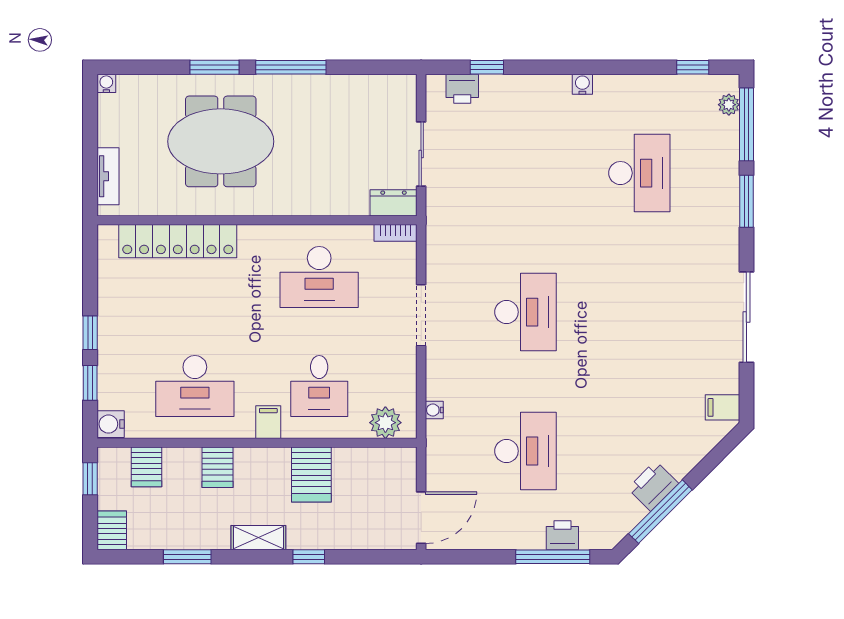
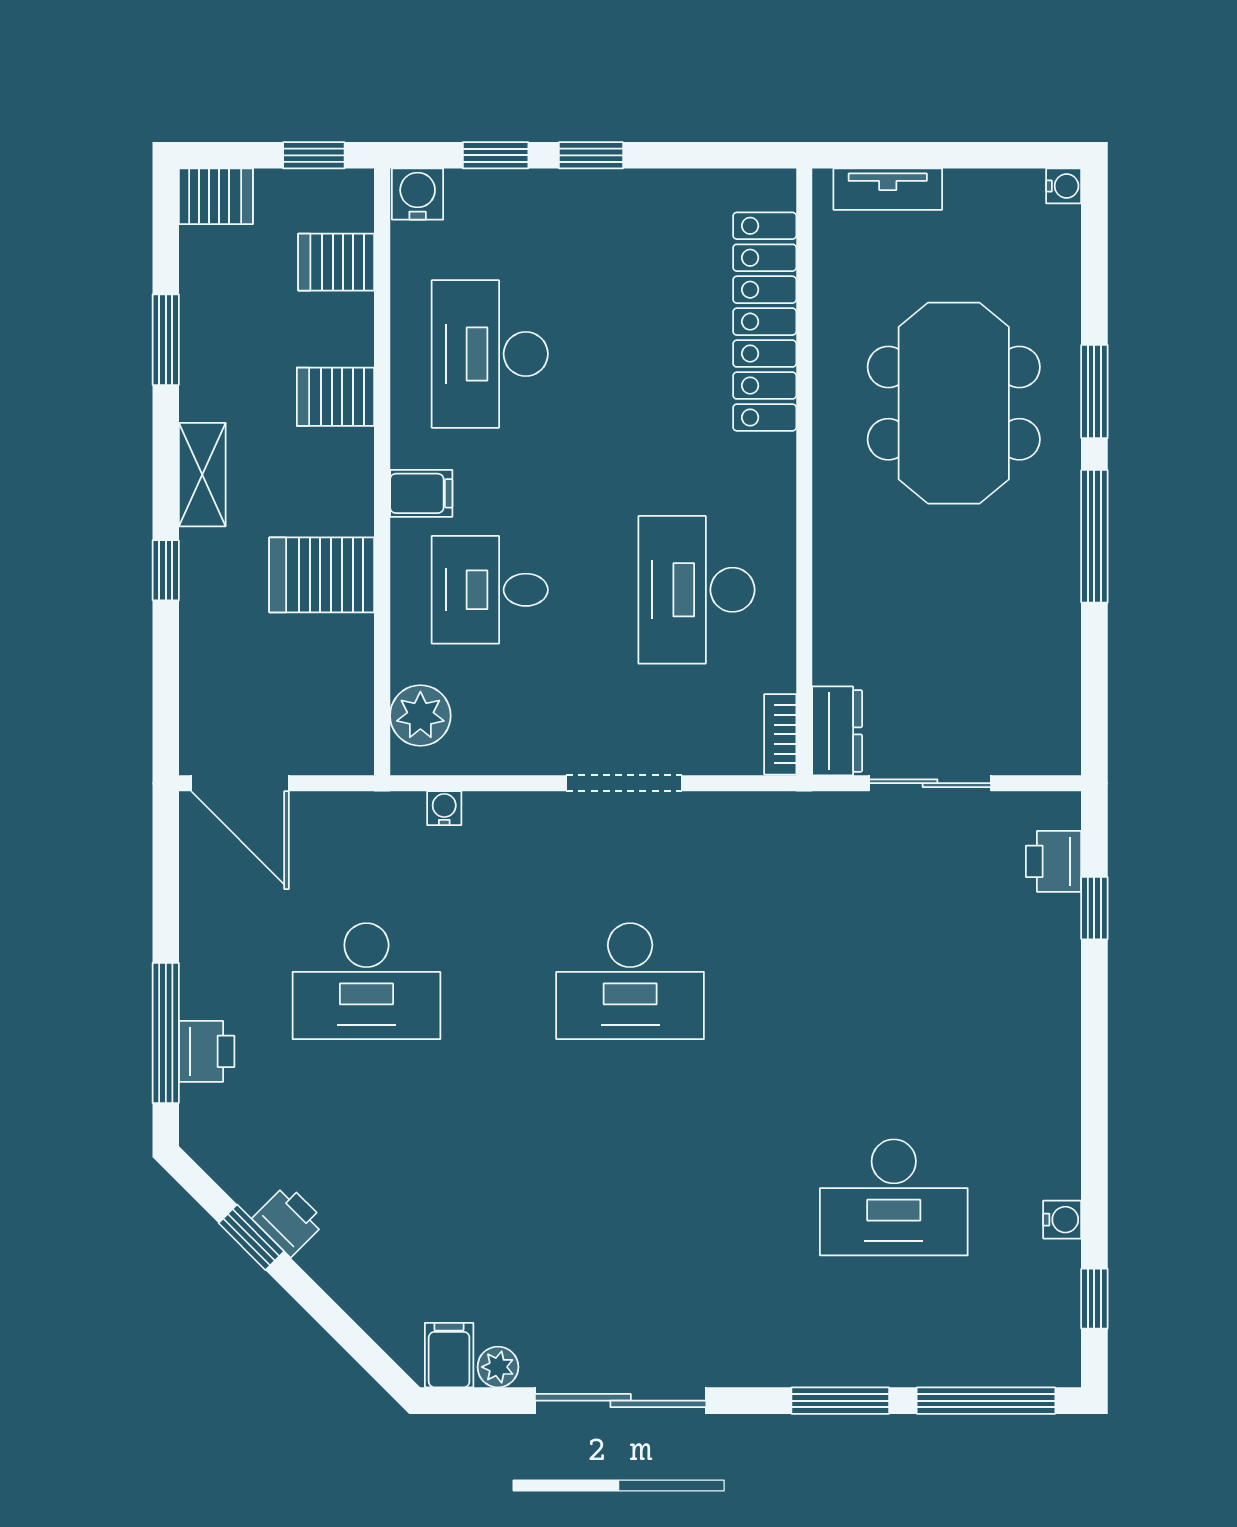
water cooler: (582, 84) -> (1062, 1220), moved
plant: (729, 105) -> (498, 1367), moved
printer: (653, 486) -> (289, 1220), width x0.73, depth x0.81
window: (660, 512) -> (251, 1237), width x0.46

